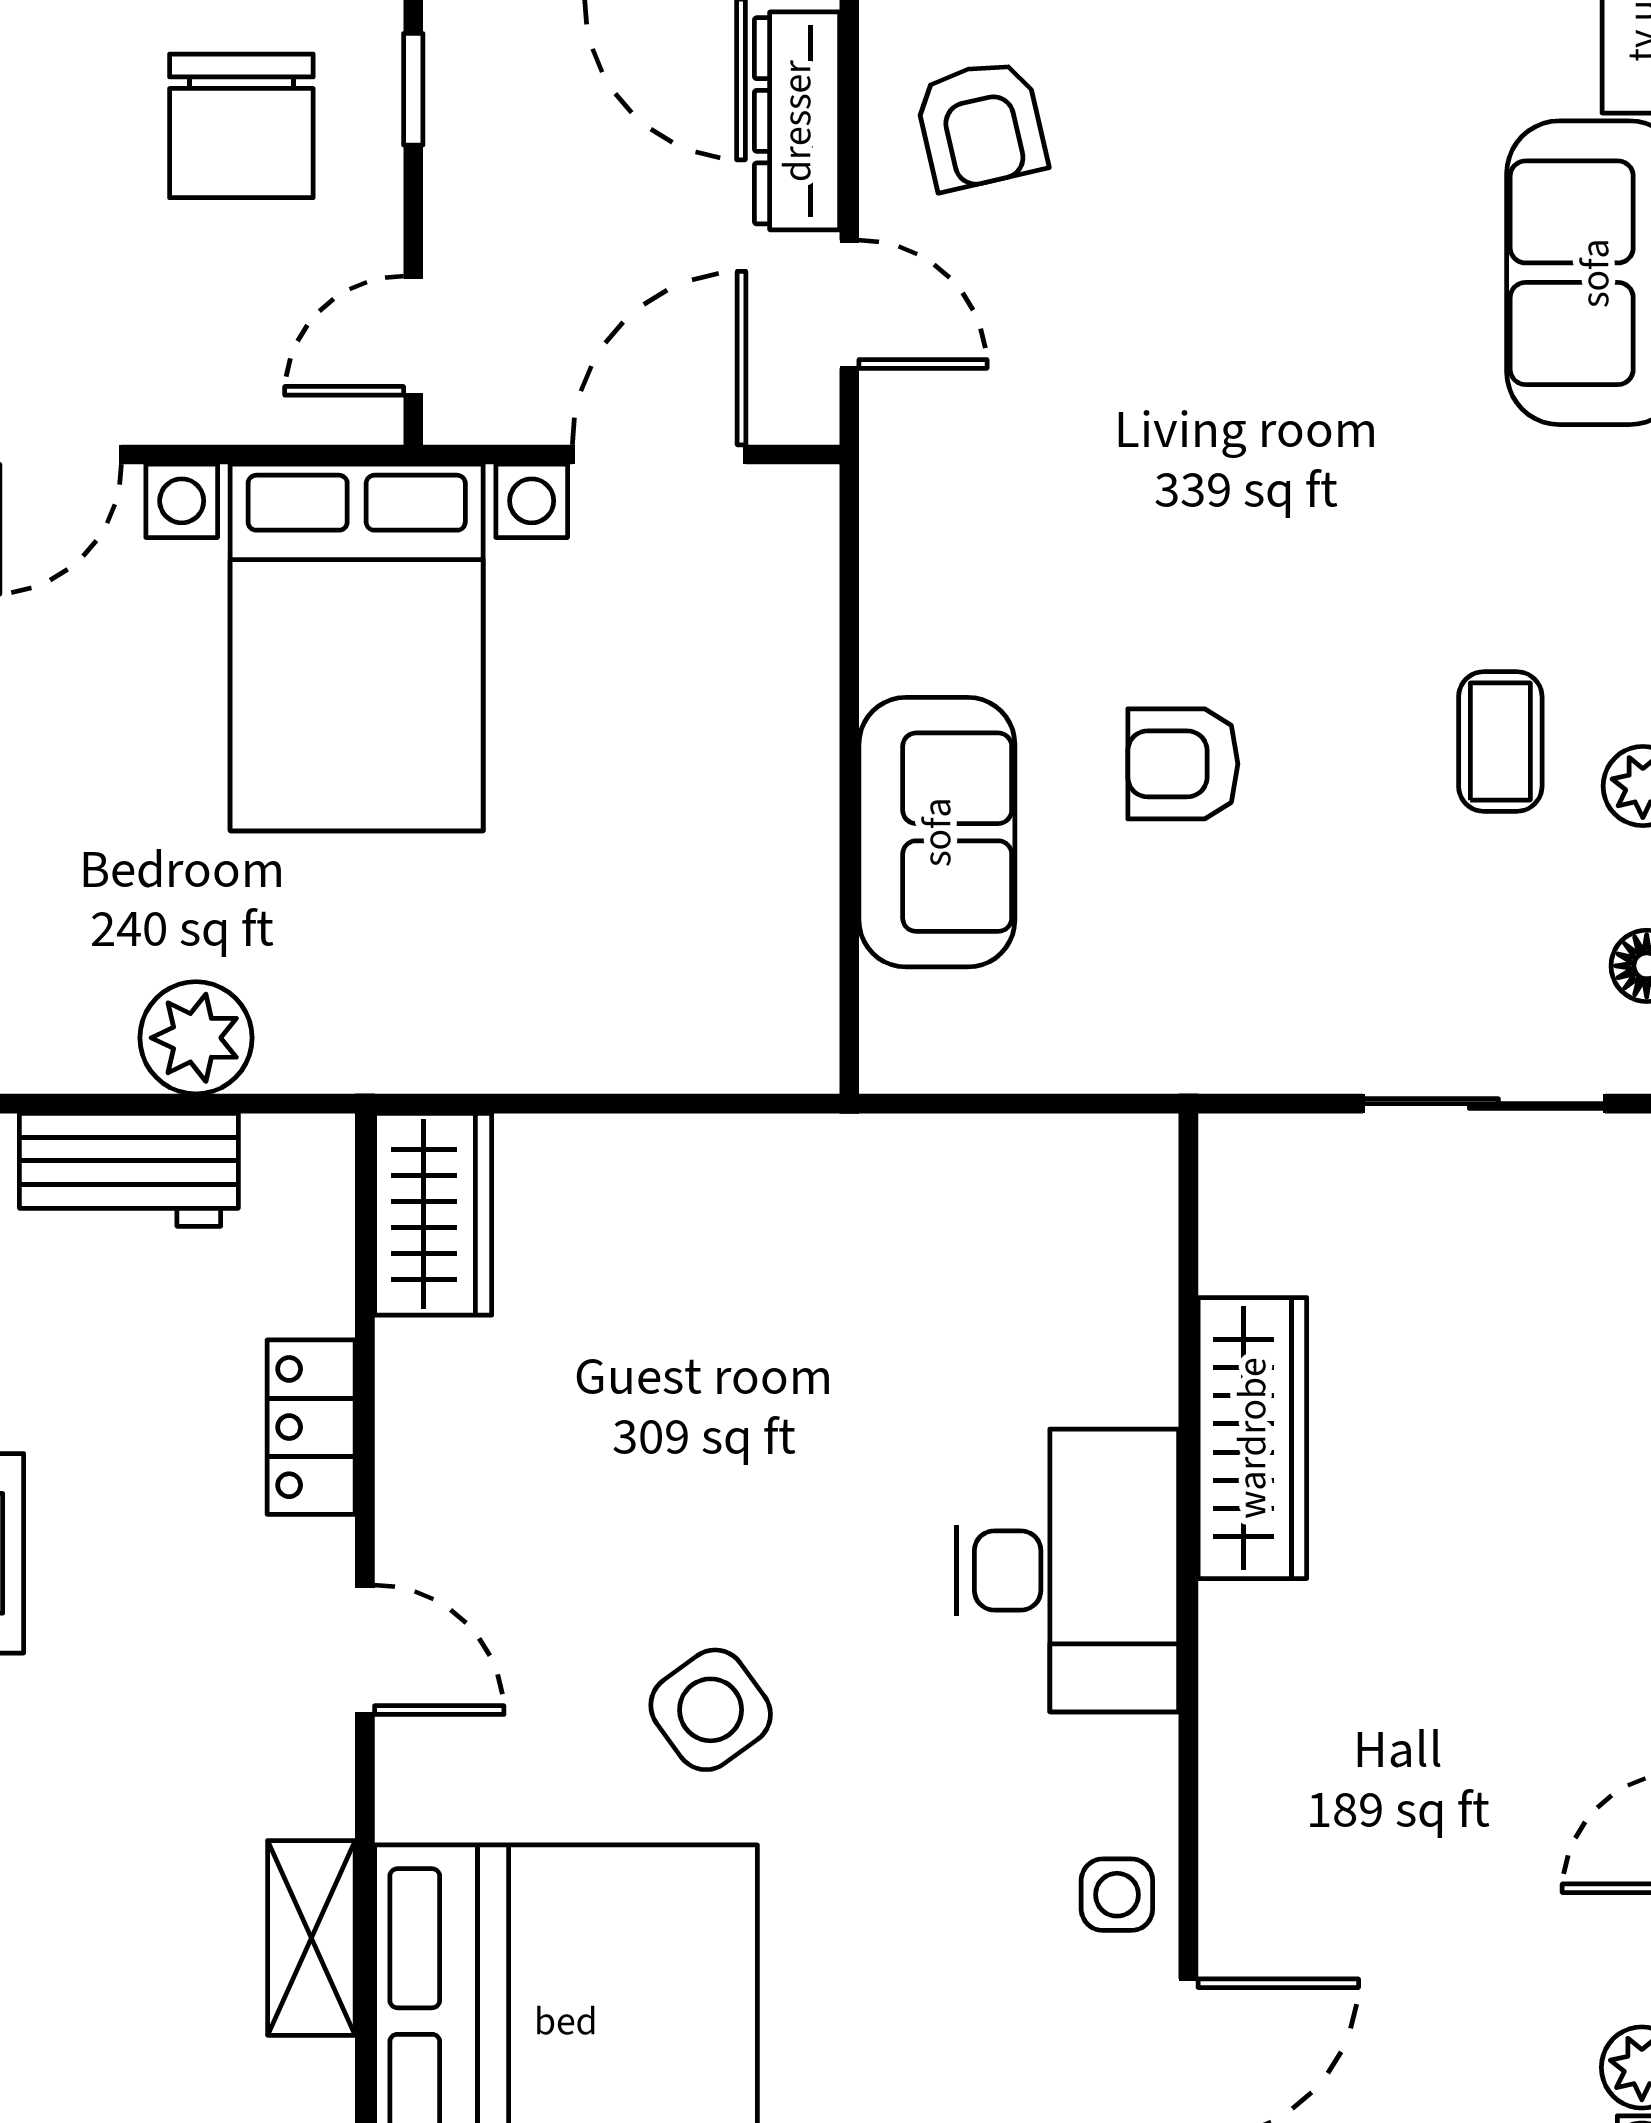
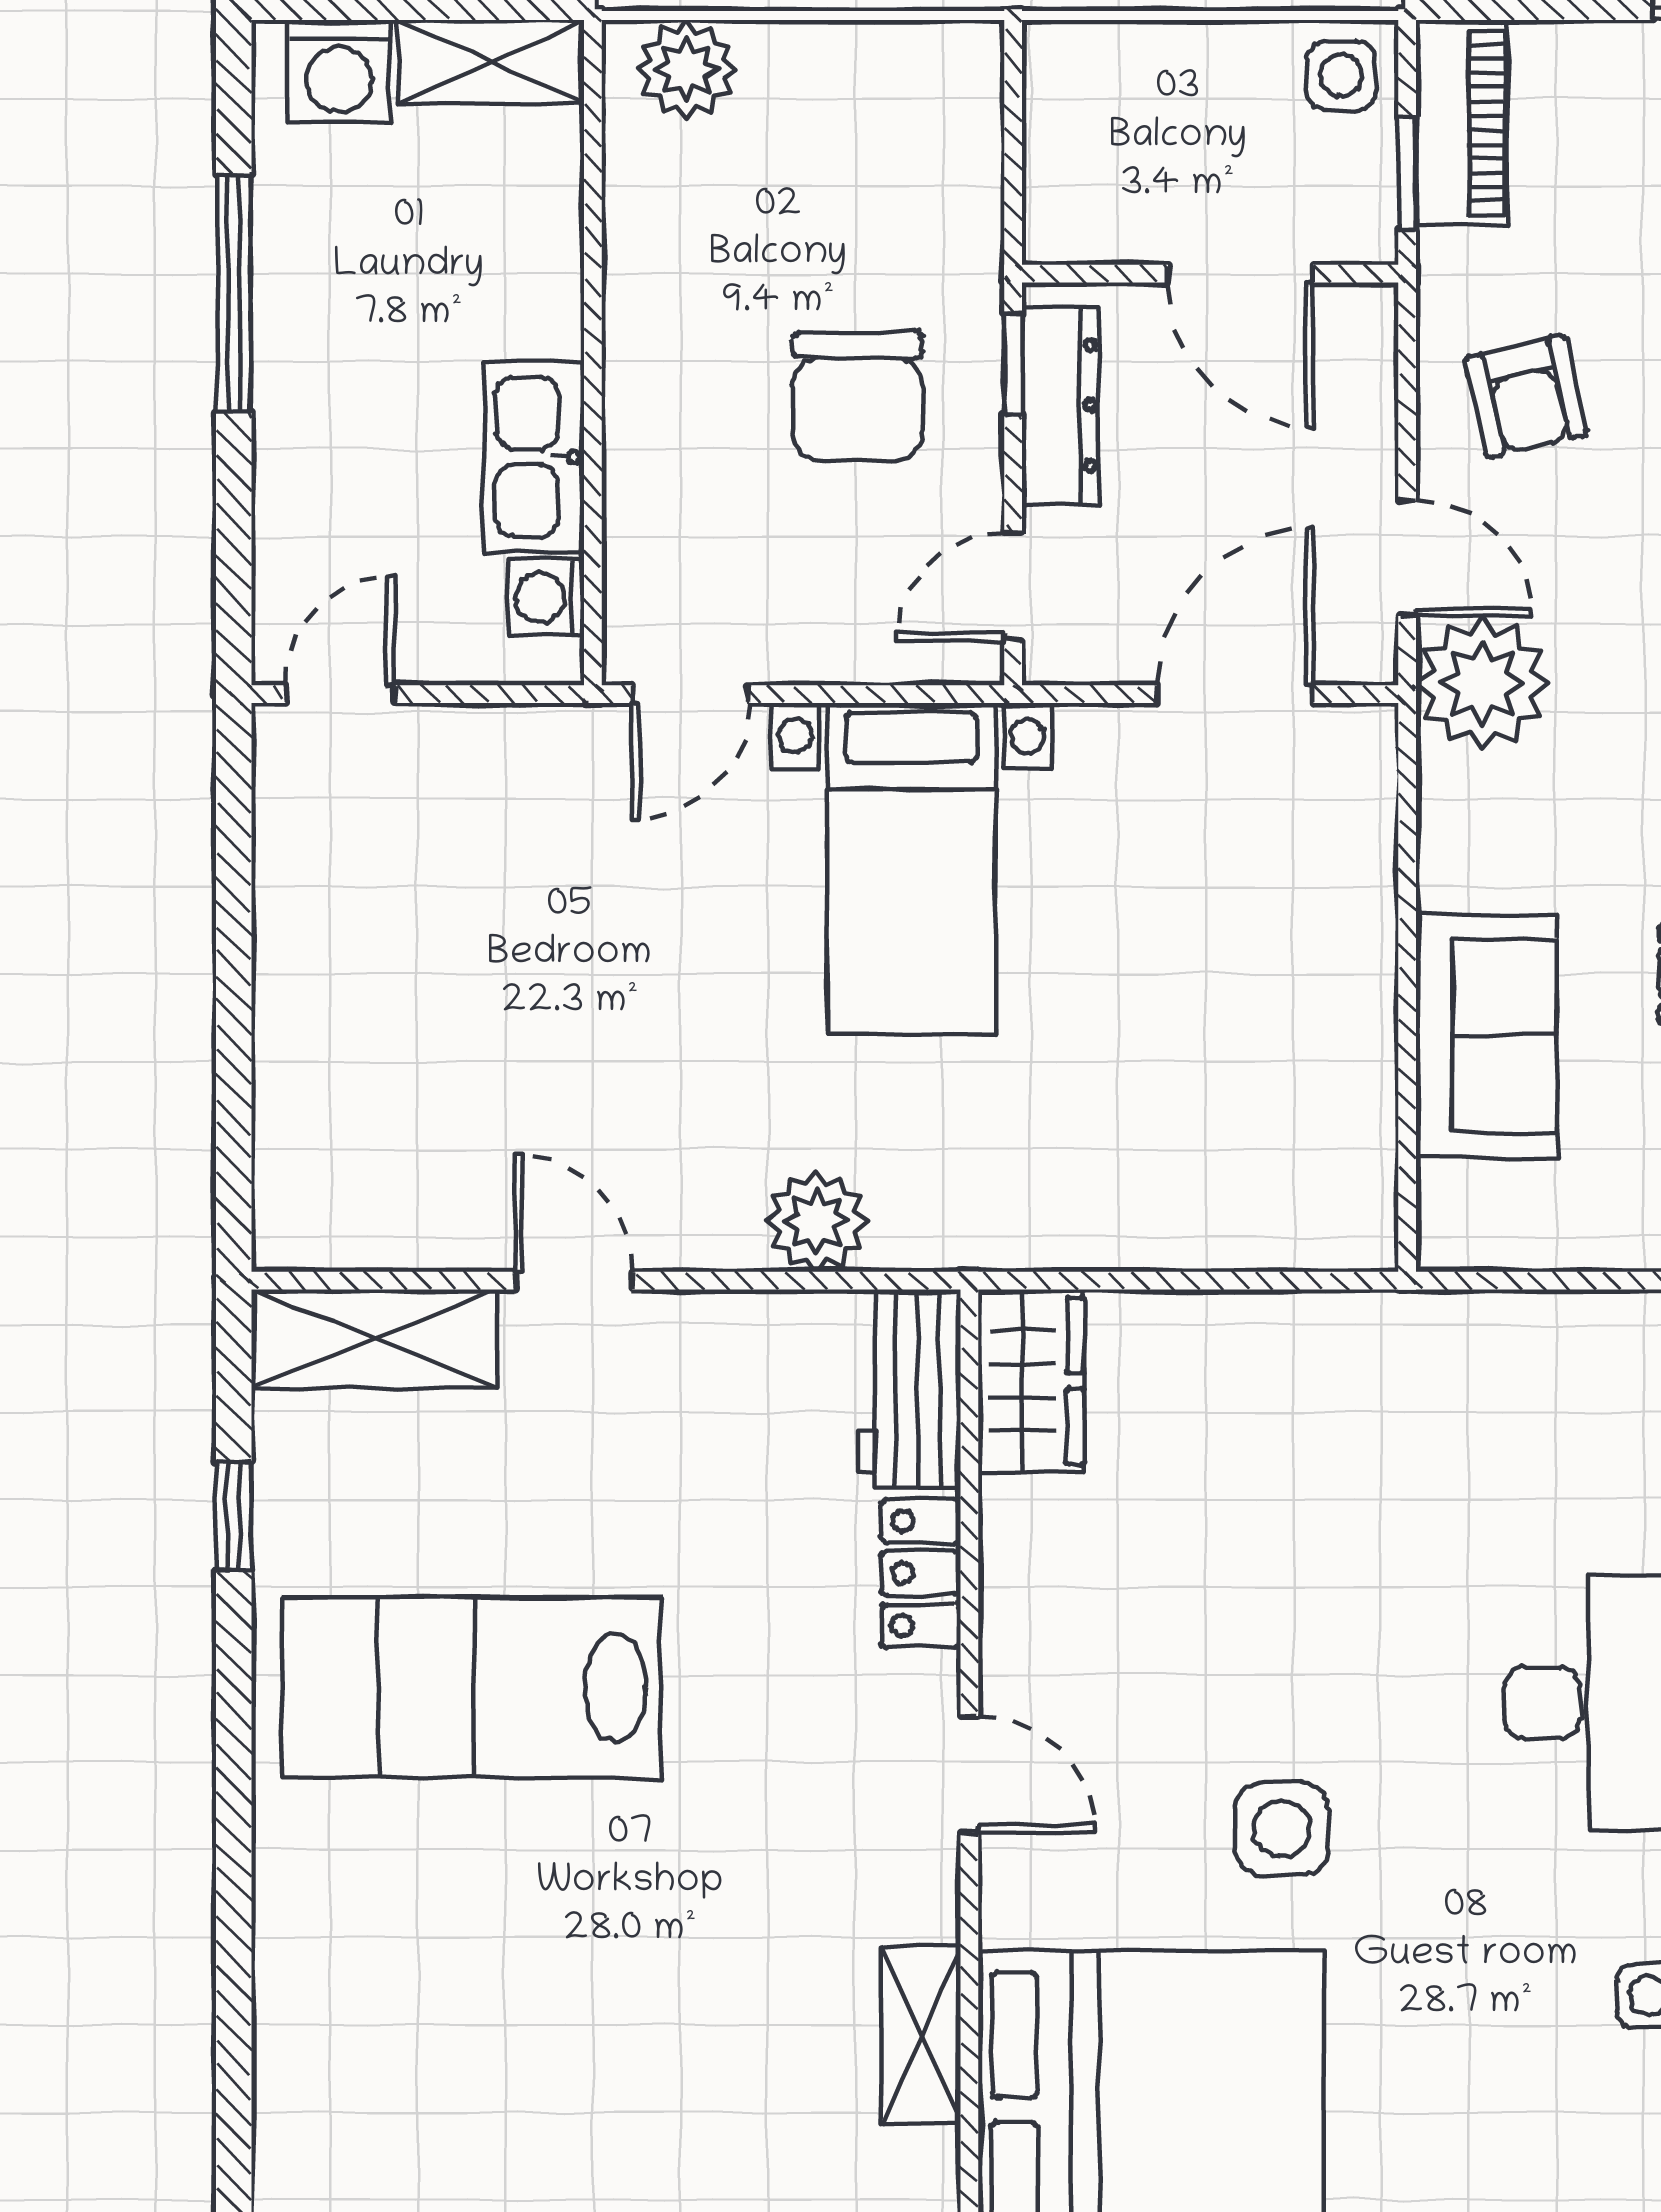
dresser: (797, 121) -> (1060, 405), moved, turned 180
plant: (932, 443) -> (1482, 683), added
bed with nightstands: (357, 648) -> (911, 868), width x0.73
workbench: (129, 1170) -> (909, 1388), moved, turned 90
side table: (711, 1710) -> (1282, 1829), turned 36

